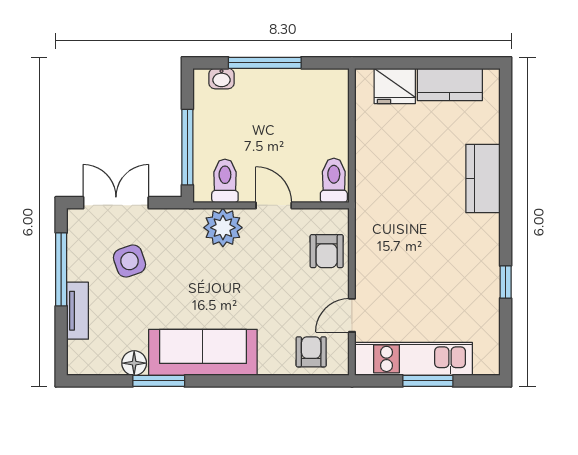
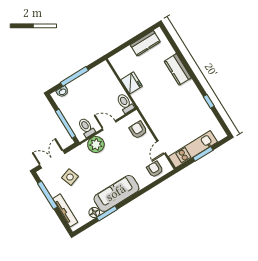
fridge: (395, 86) -> (132, 83), moved, turned -90
armchair: (327, 251) -> (138, 130), turned 180
tv unit: (78, 311) -> (65, 210), width x1.41

